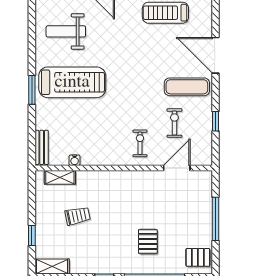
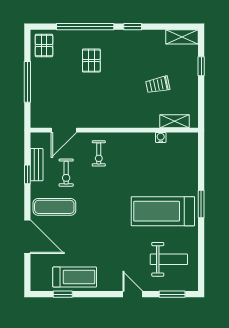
bench: (42, 147) -> (37, 165), moved
pallet: (198, 257) -> (44, 45), turned 90

